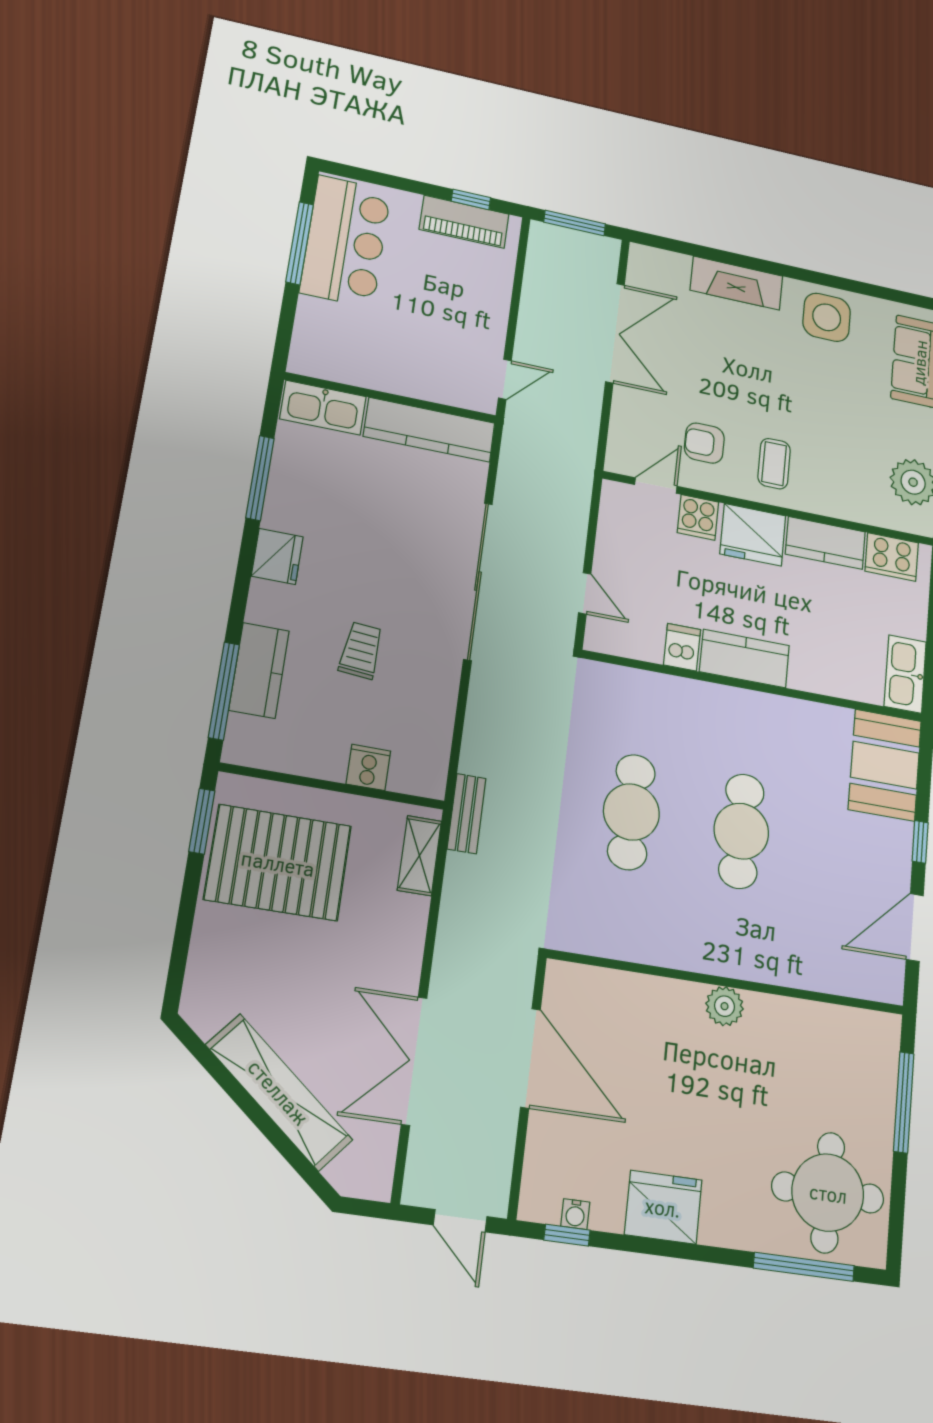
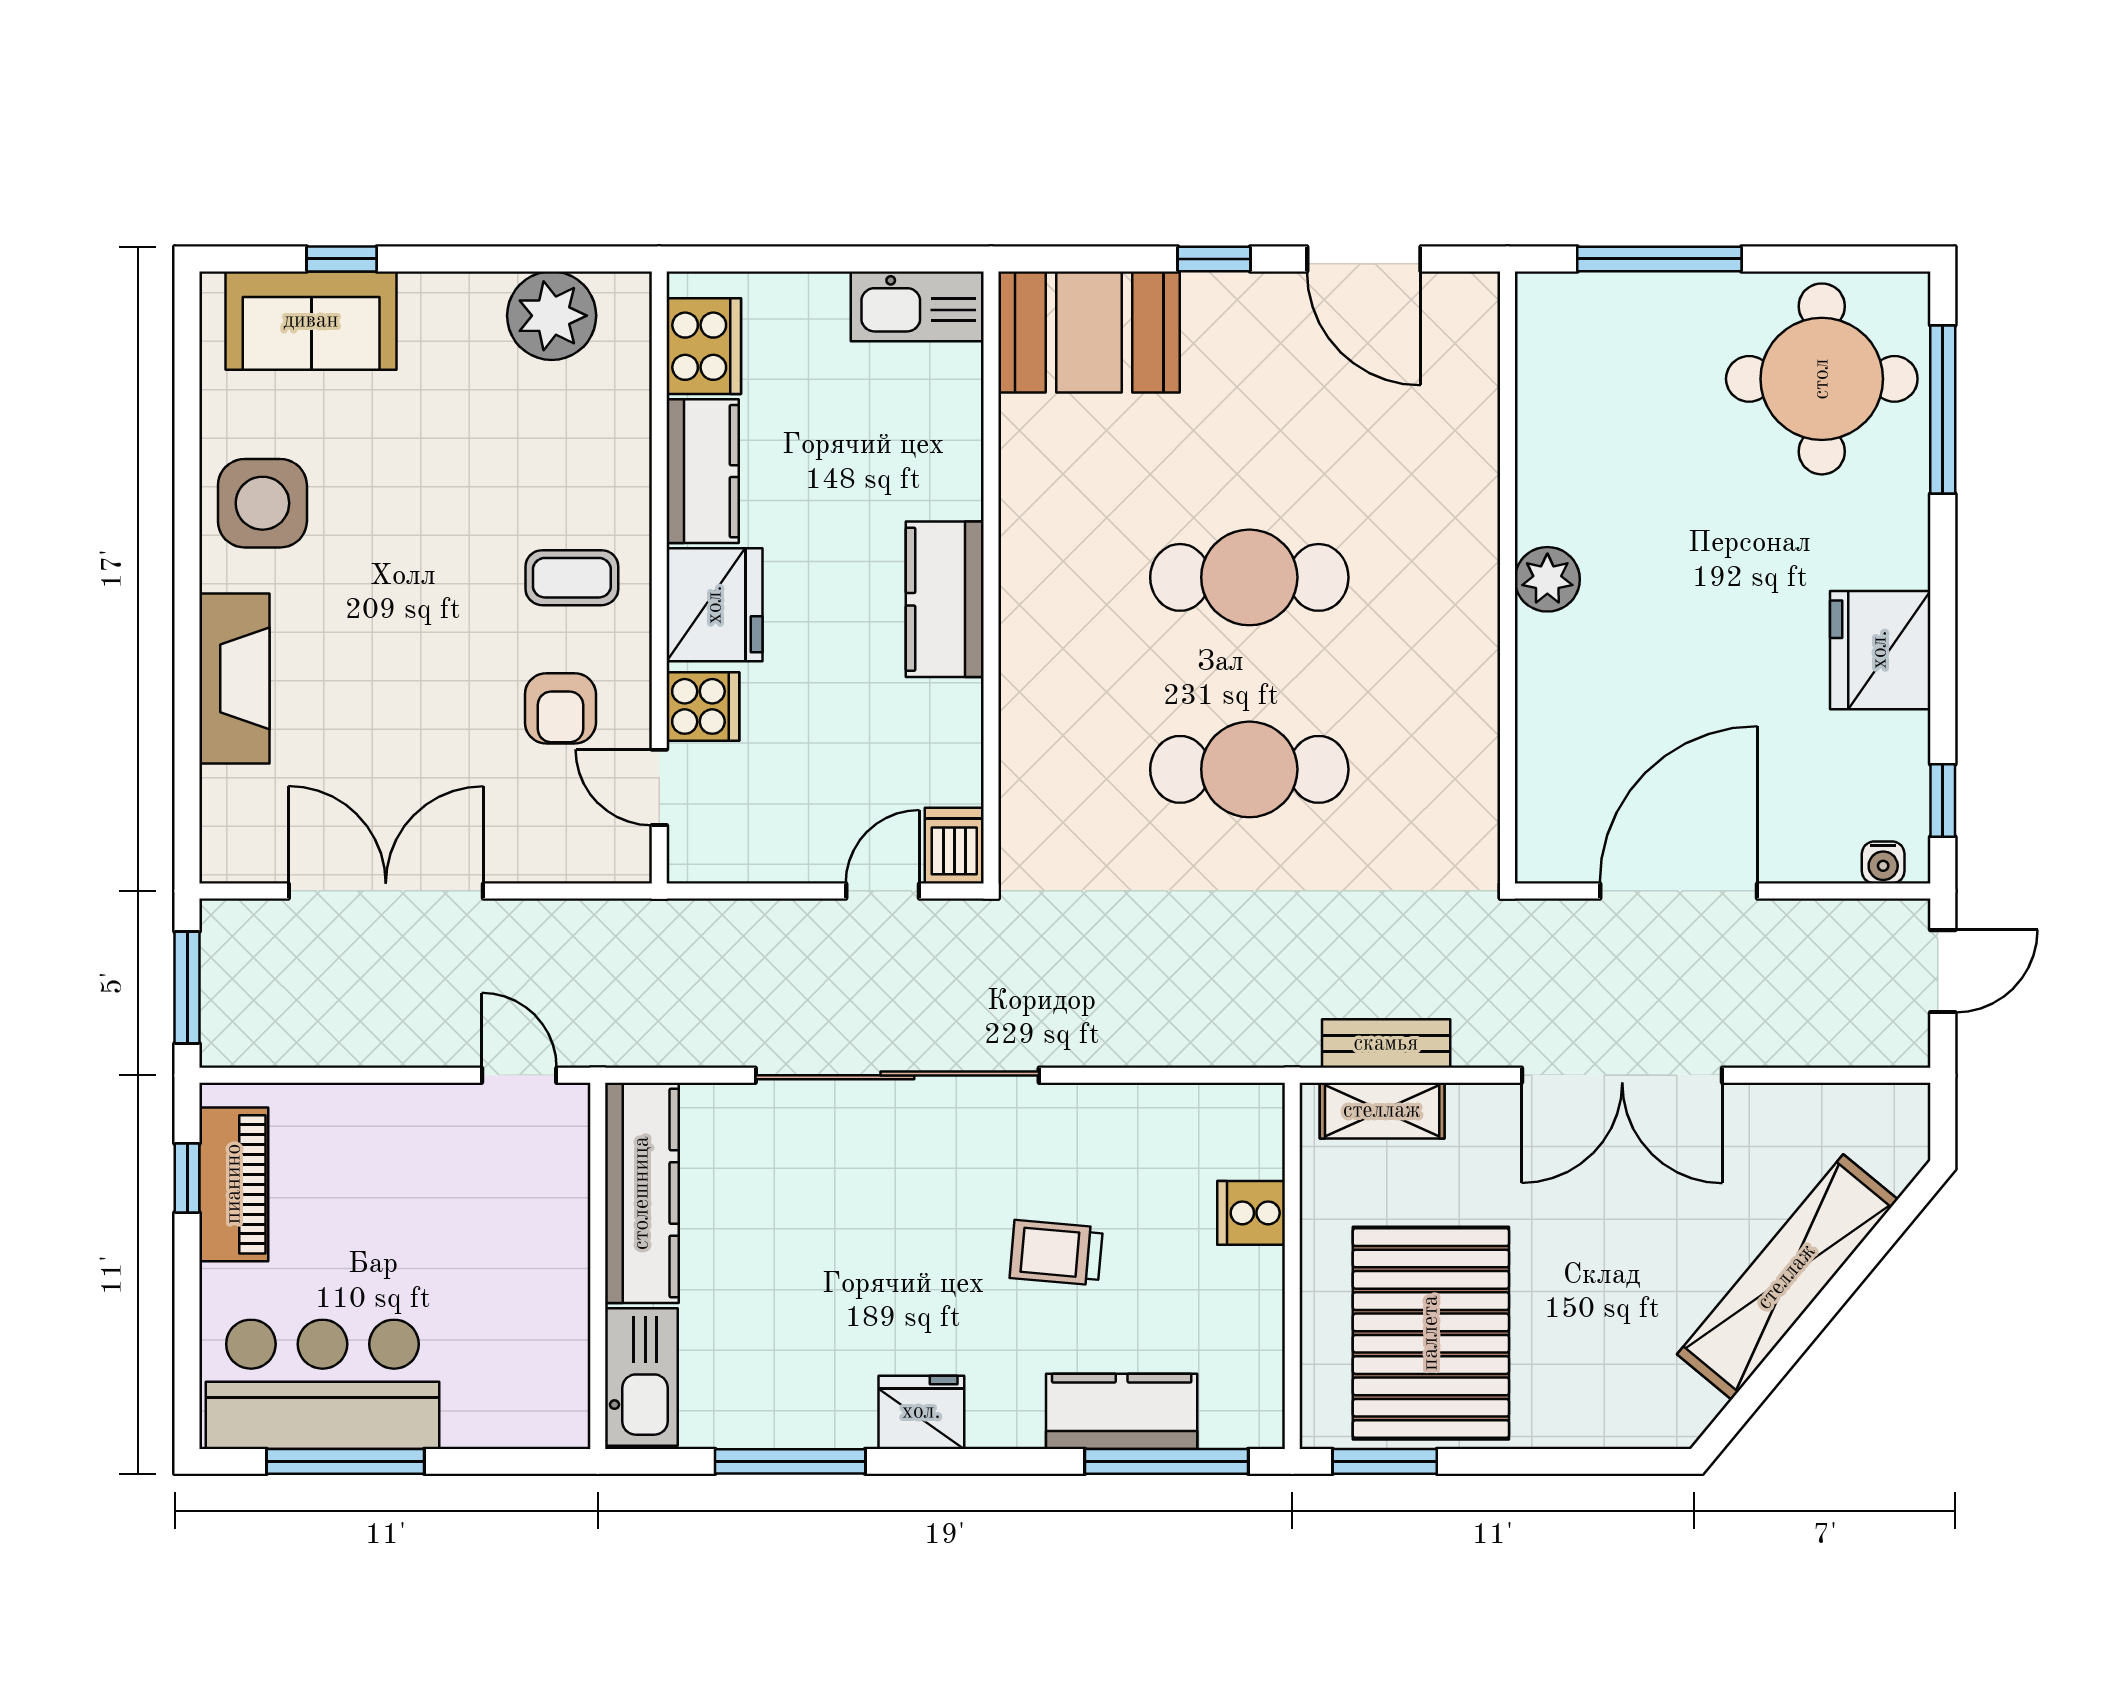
dishwasher: (682, 647) -> (954, 846), moved, turned 90
bench: (467, 814) -> (1386, 1044), moved
double door: (414, 1061) -> (1622, 1075), moved
water cooler: (575, 1214) -> (1883, 862), moved, turned 90

